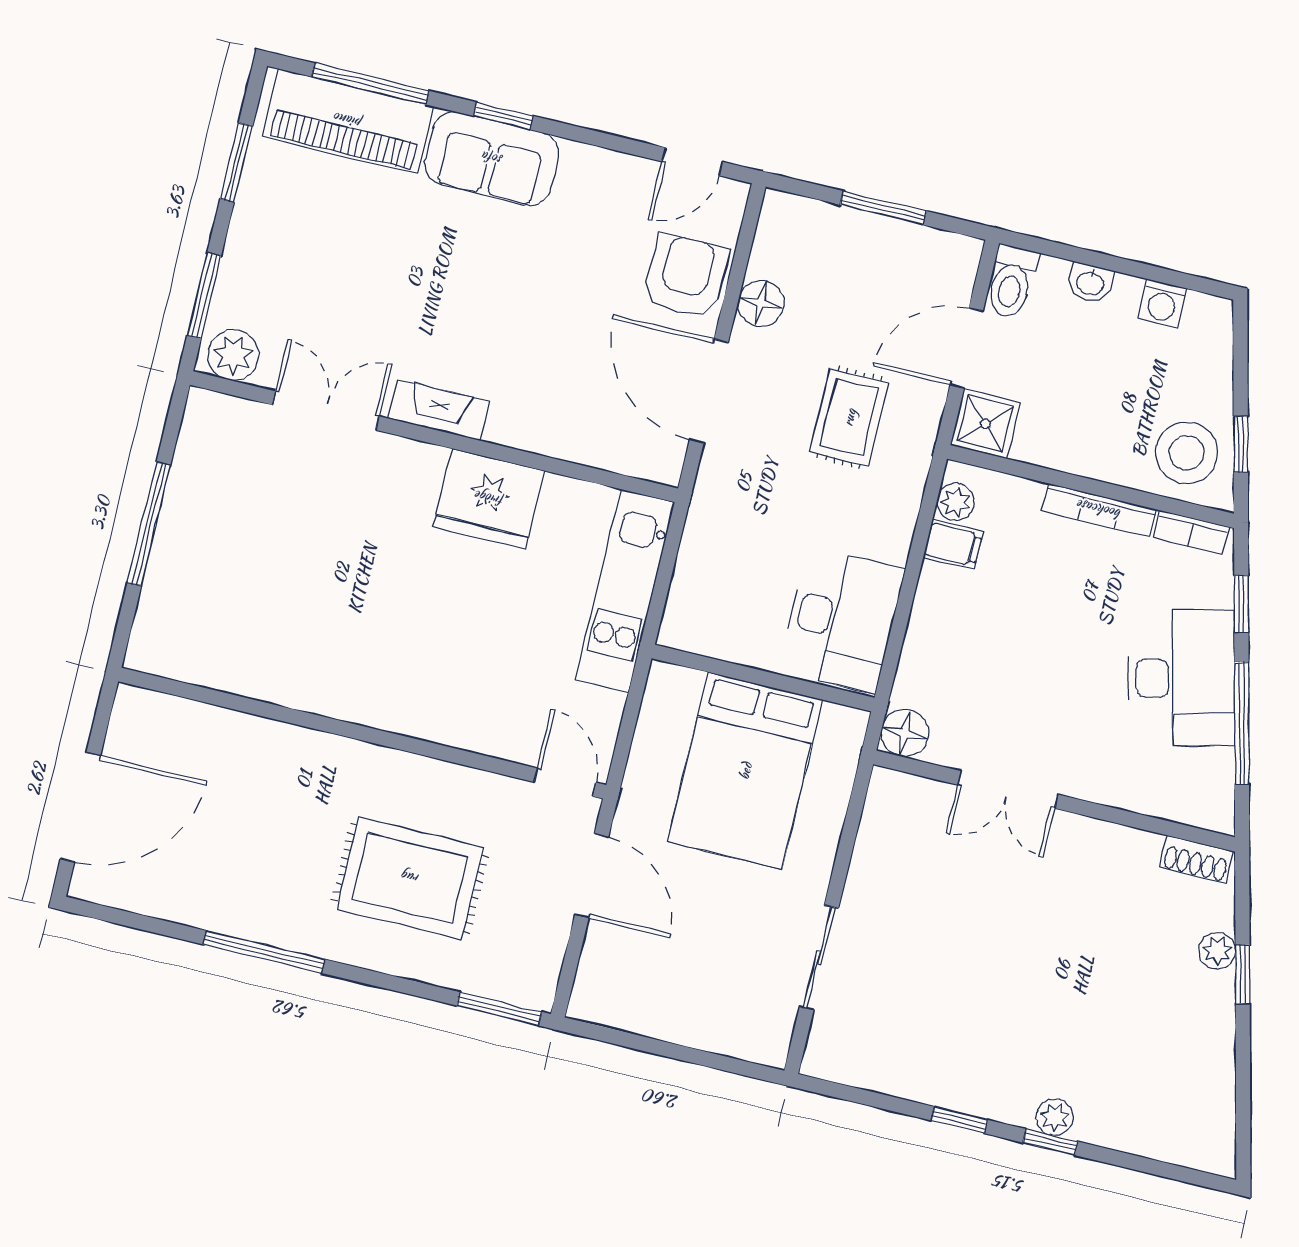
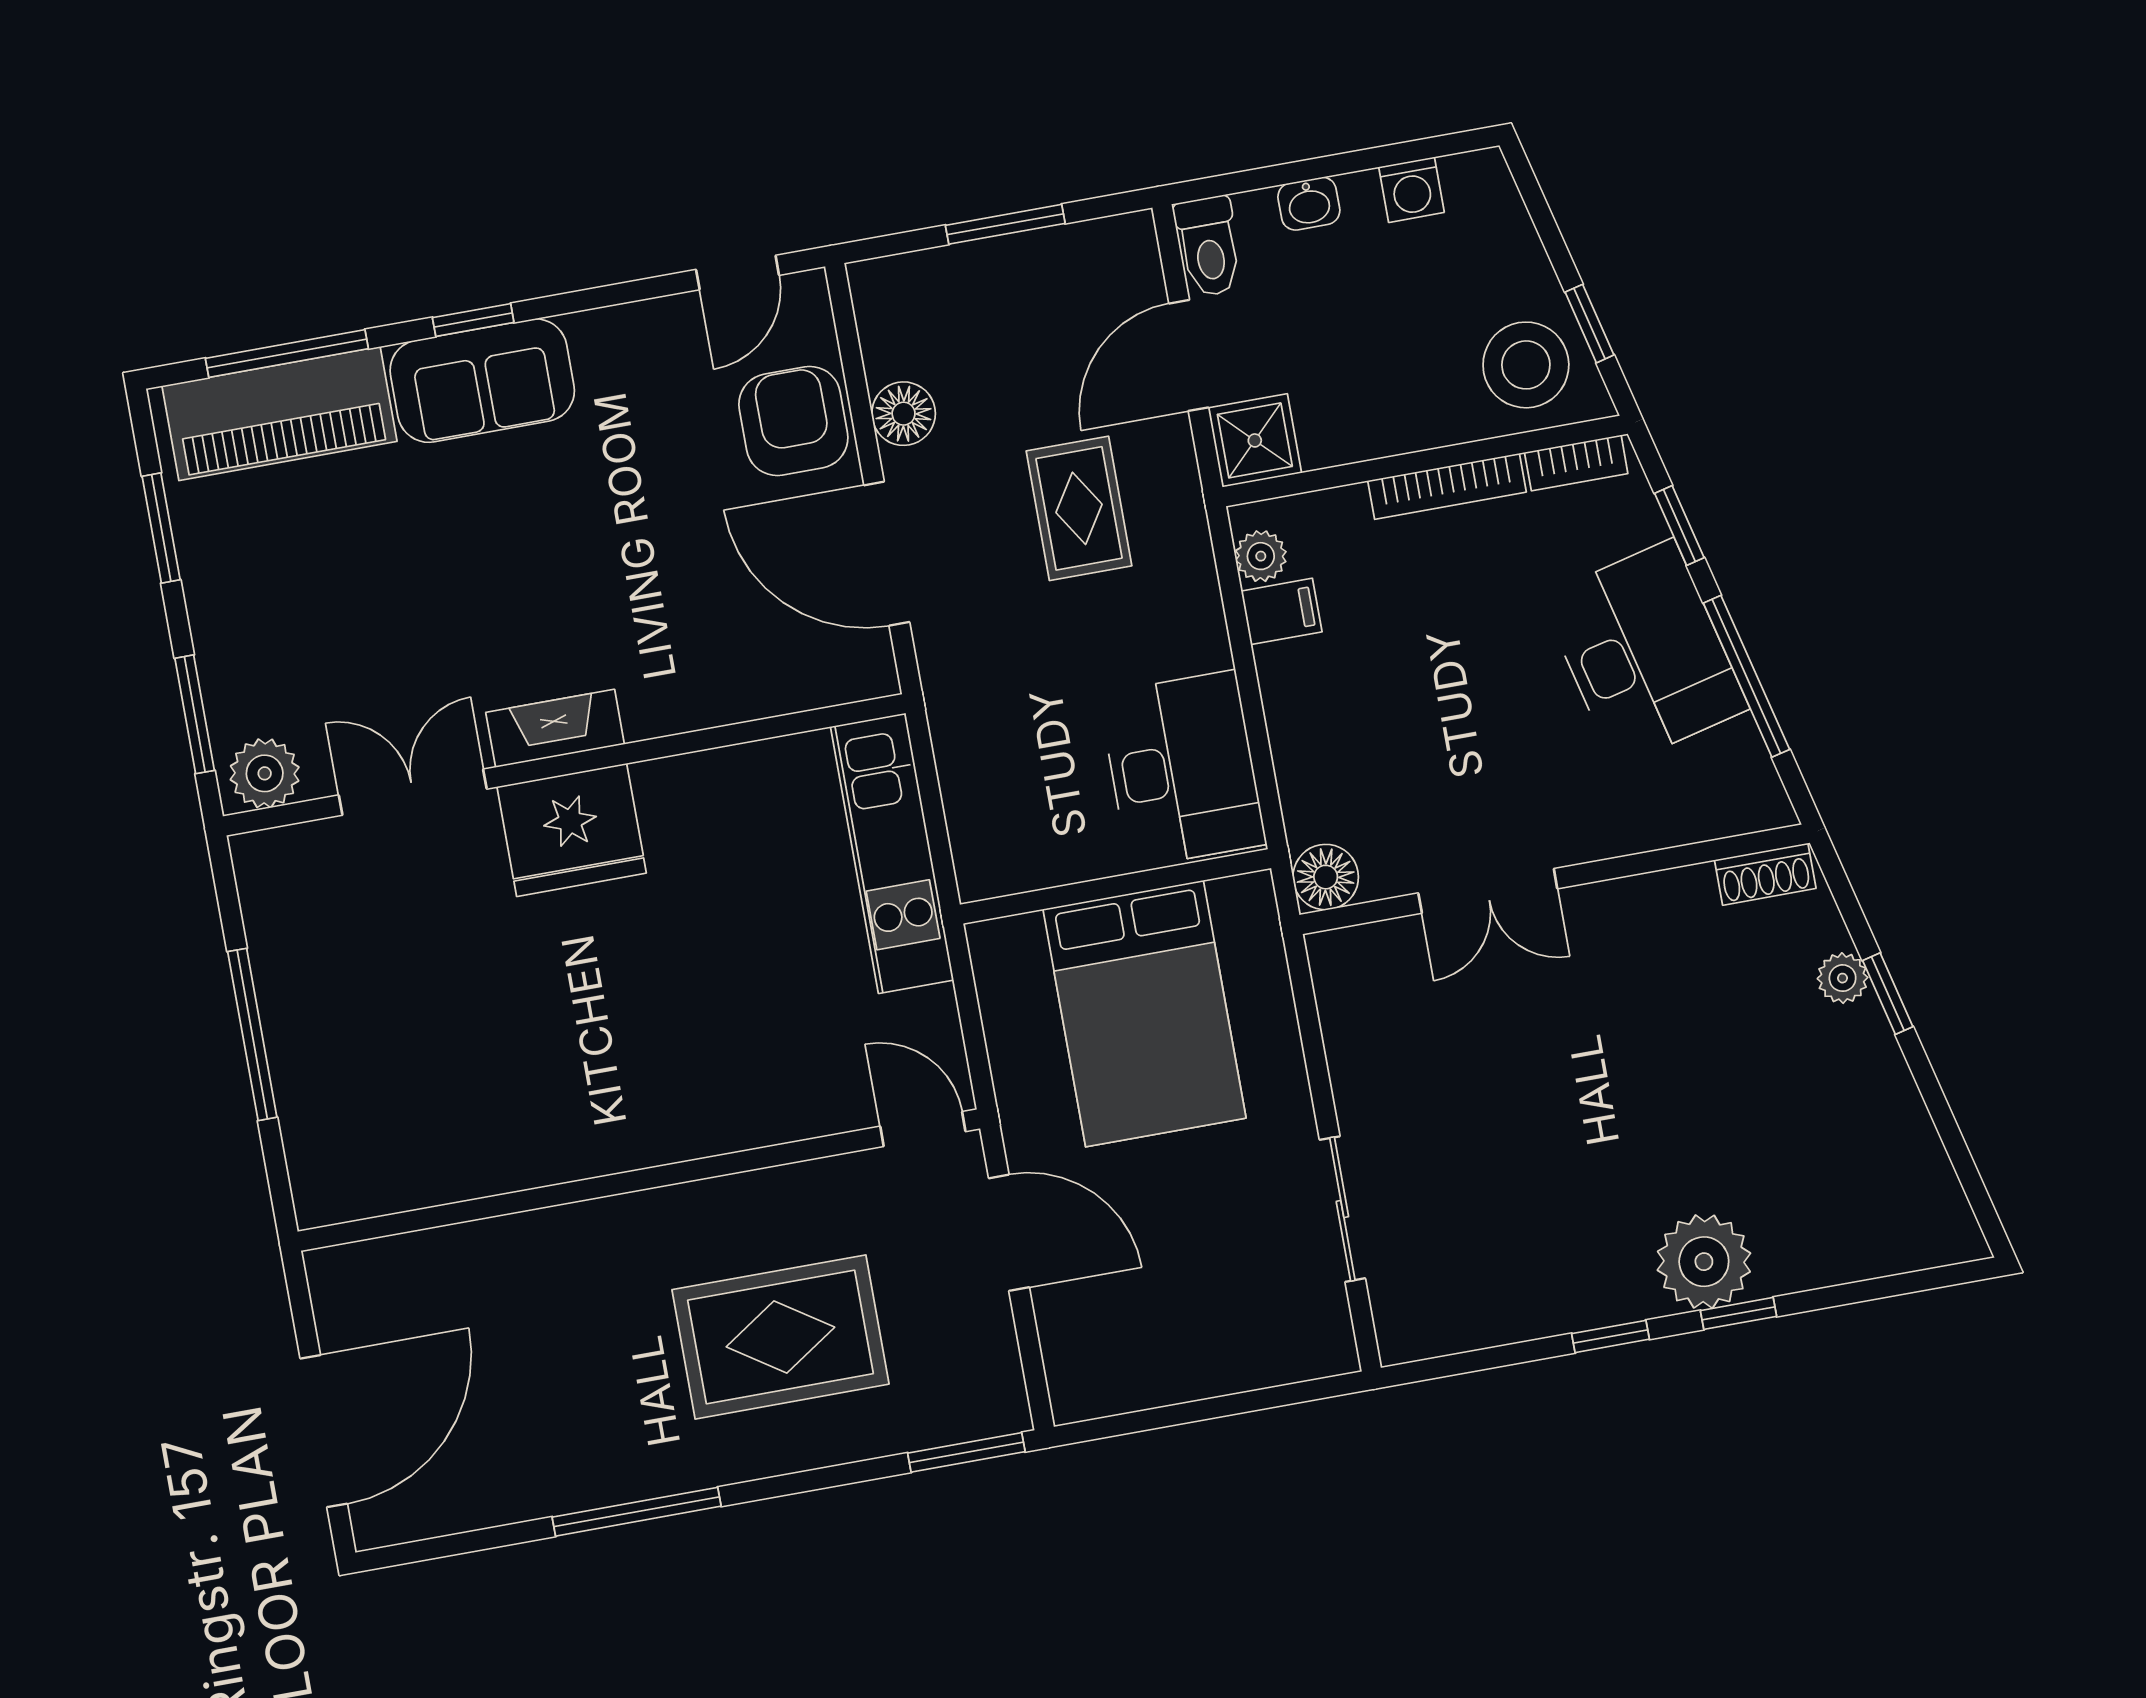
fridge: (489, 499) -> (572, 830), moved
plant: (1055, 1117) -> (1704, 1262), width x1.88, depth x1.88

